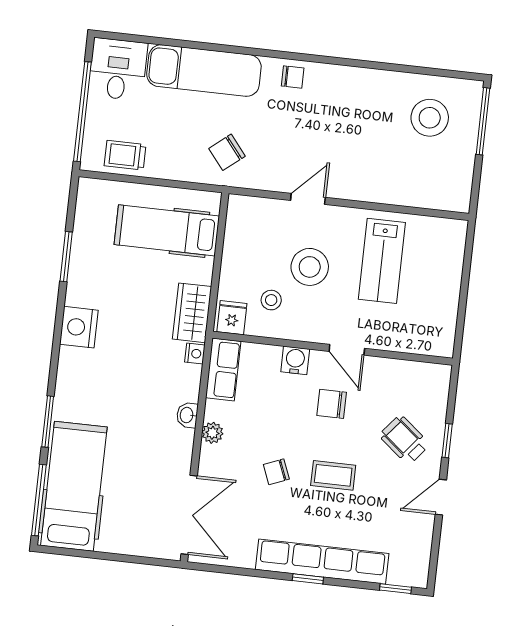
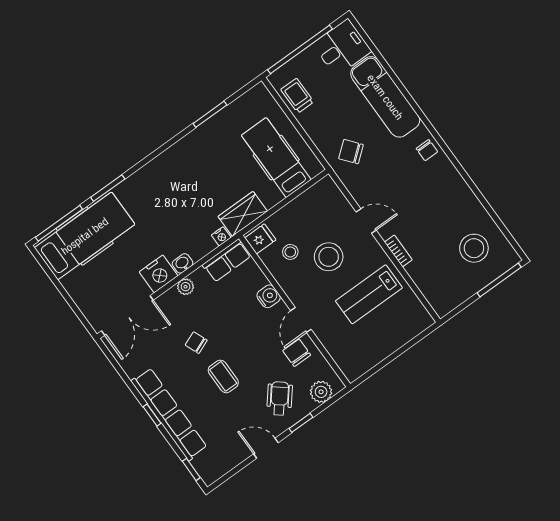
bookcase: (366, 194) -> (398, 251), added
nightstand: (79, 327) -> (159, 274), moved, turned 180
plant: (435, 394) -> (321, 392), added
chair: (332, 404) -> (297, 353), moved

